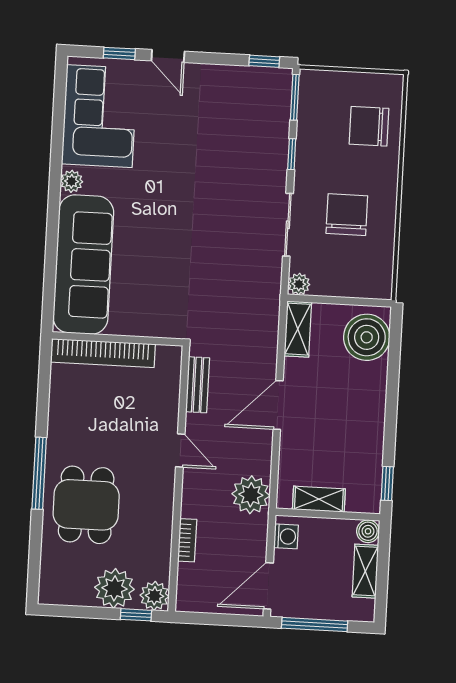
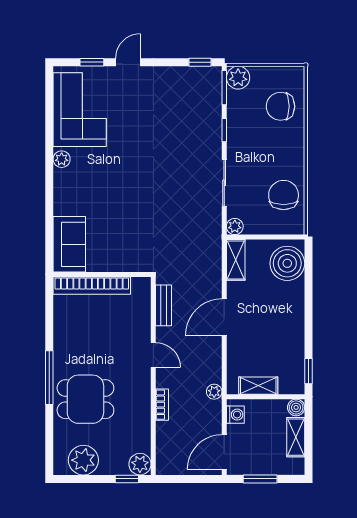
door: (168, 56) -> (128, 62), swing flipped
plant: (314, 85) -> (238, 78), added
chair: (347, 215) -> (284, 195), moved
sofa: (83, 265) -> (69, 244), width x0.54, depth x0.79
plant: (251, 495) -> (214, 392), width x0.53, depth x0.53
dining table: (86, 505) -> (85, 399), turned 90
bookcase: (187, 540) -> (162, 405), moved
plant: (114, 588) -> (83, 460), moved
window: (315, 625) -> (260, 479), width x0.69

